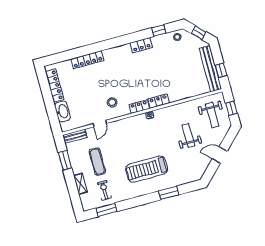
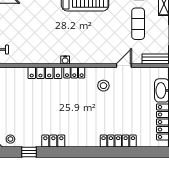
locker: (159, 101) -> (45, 73), width x1.53
weight bench: (188, 135) -> (28, 25), removed

